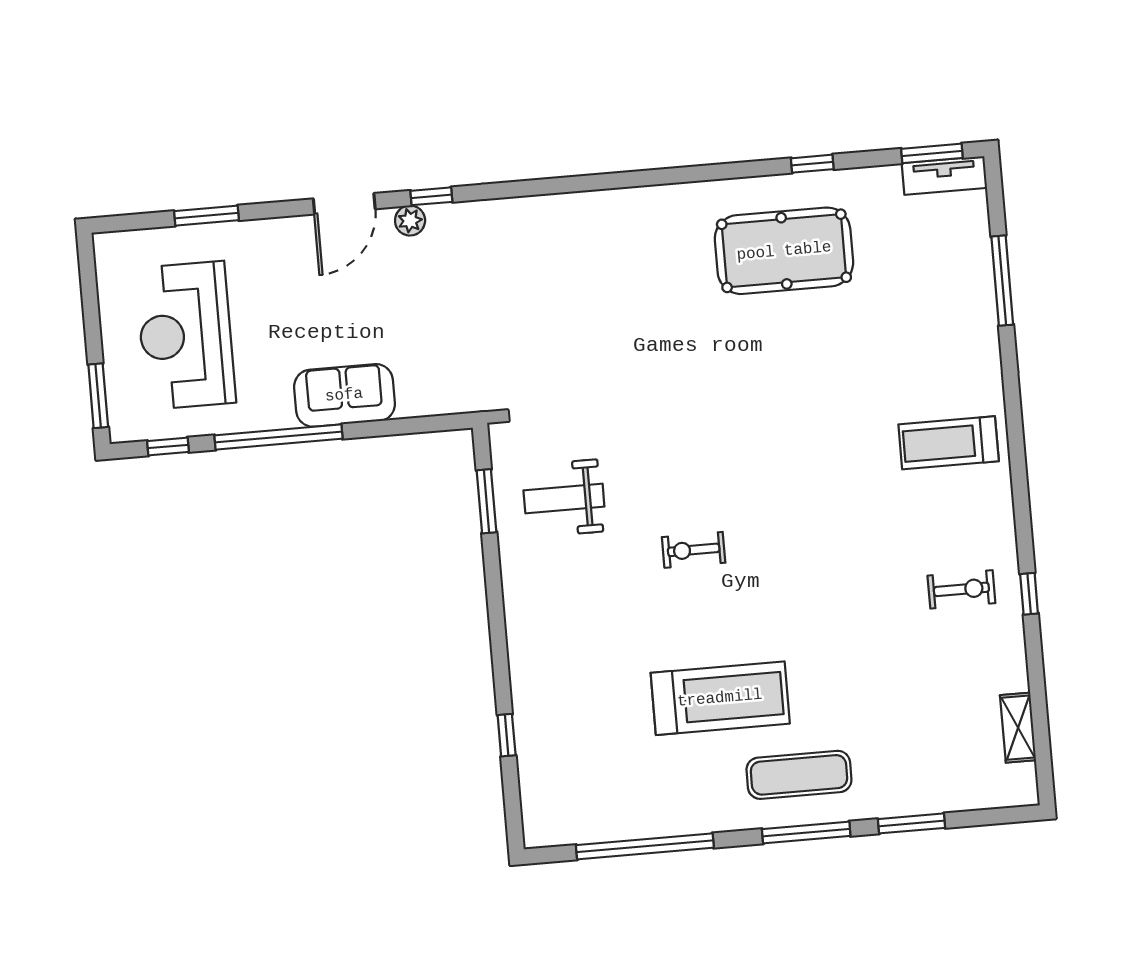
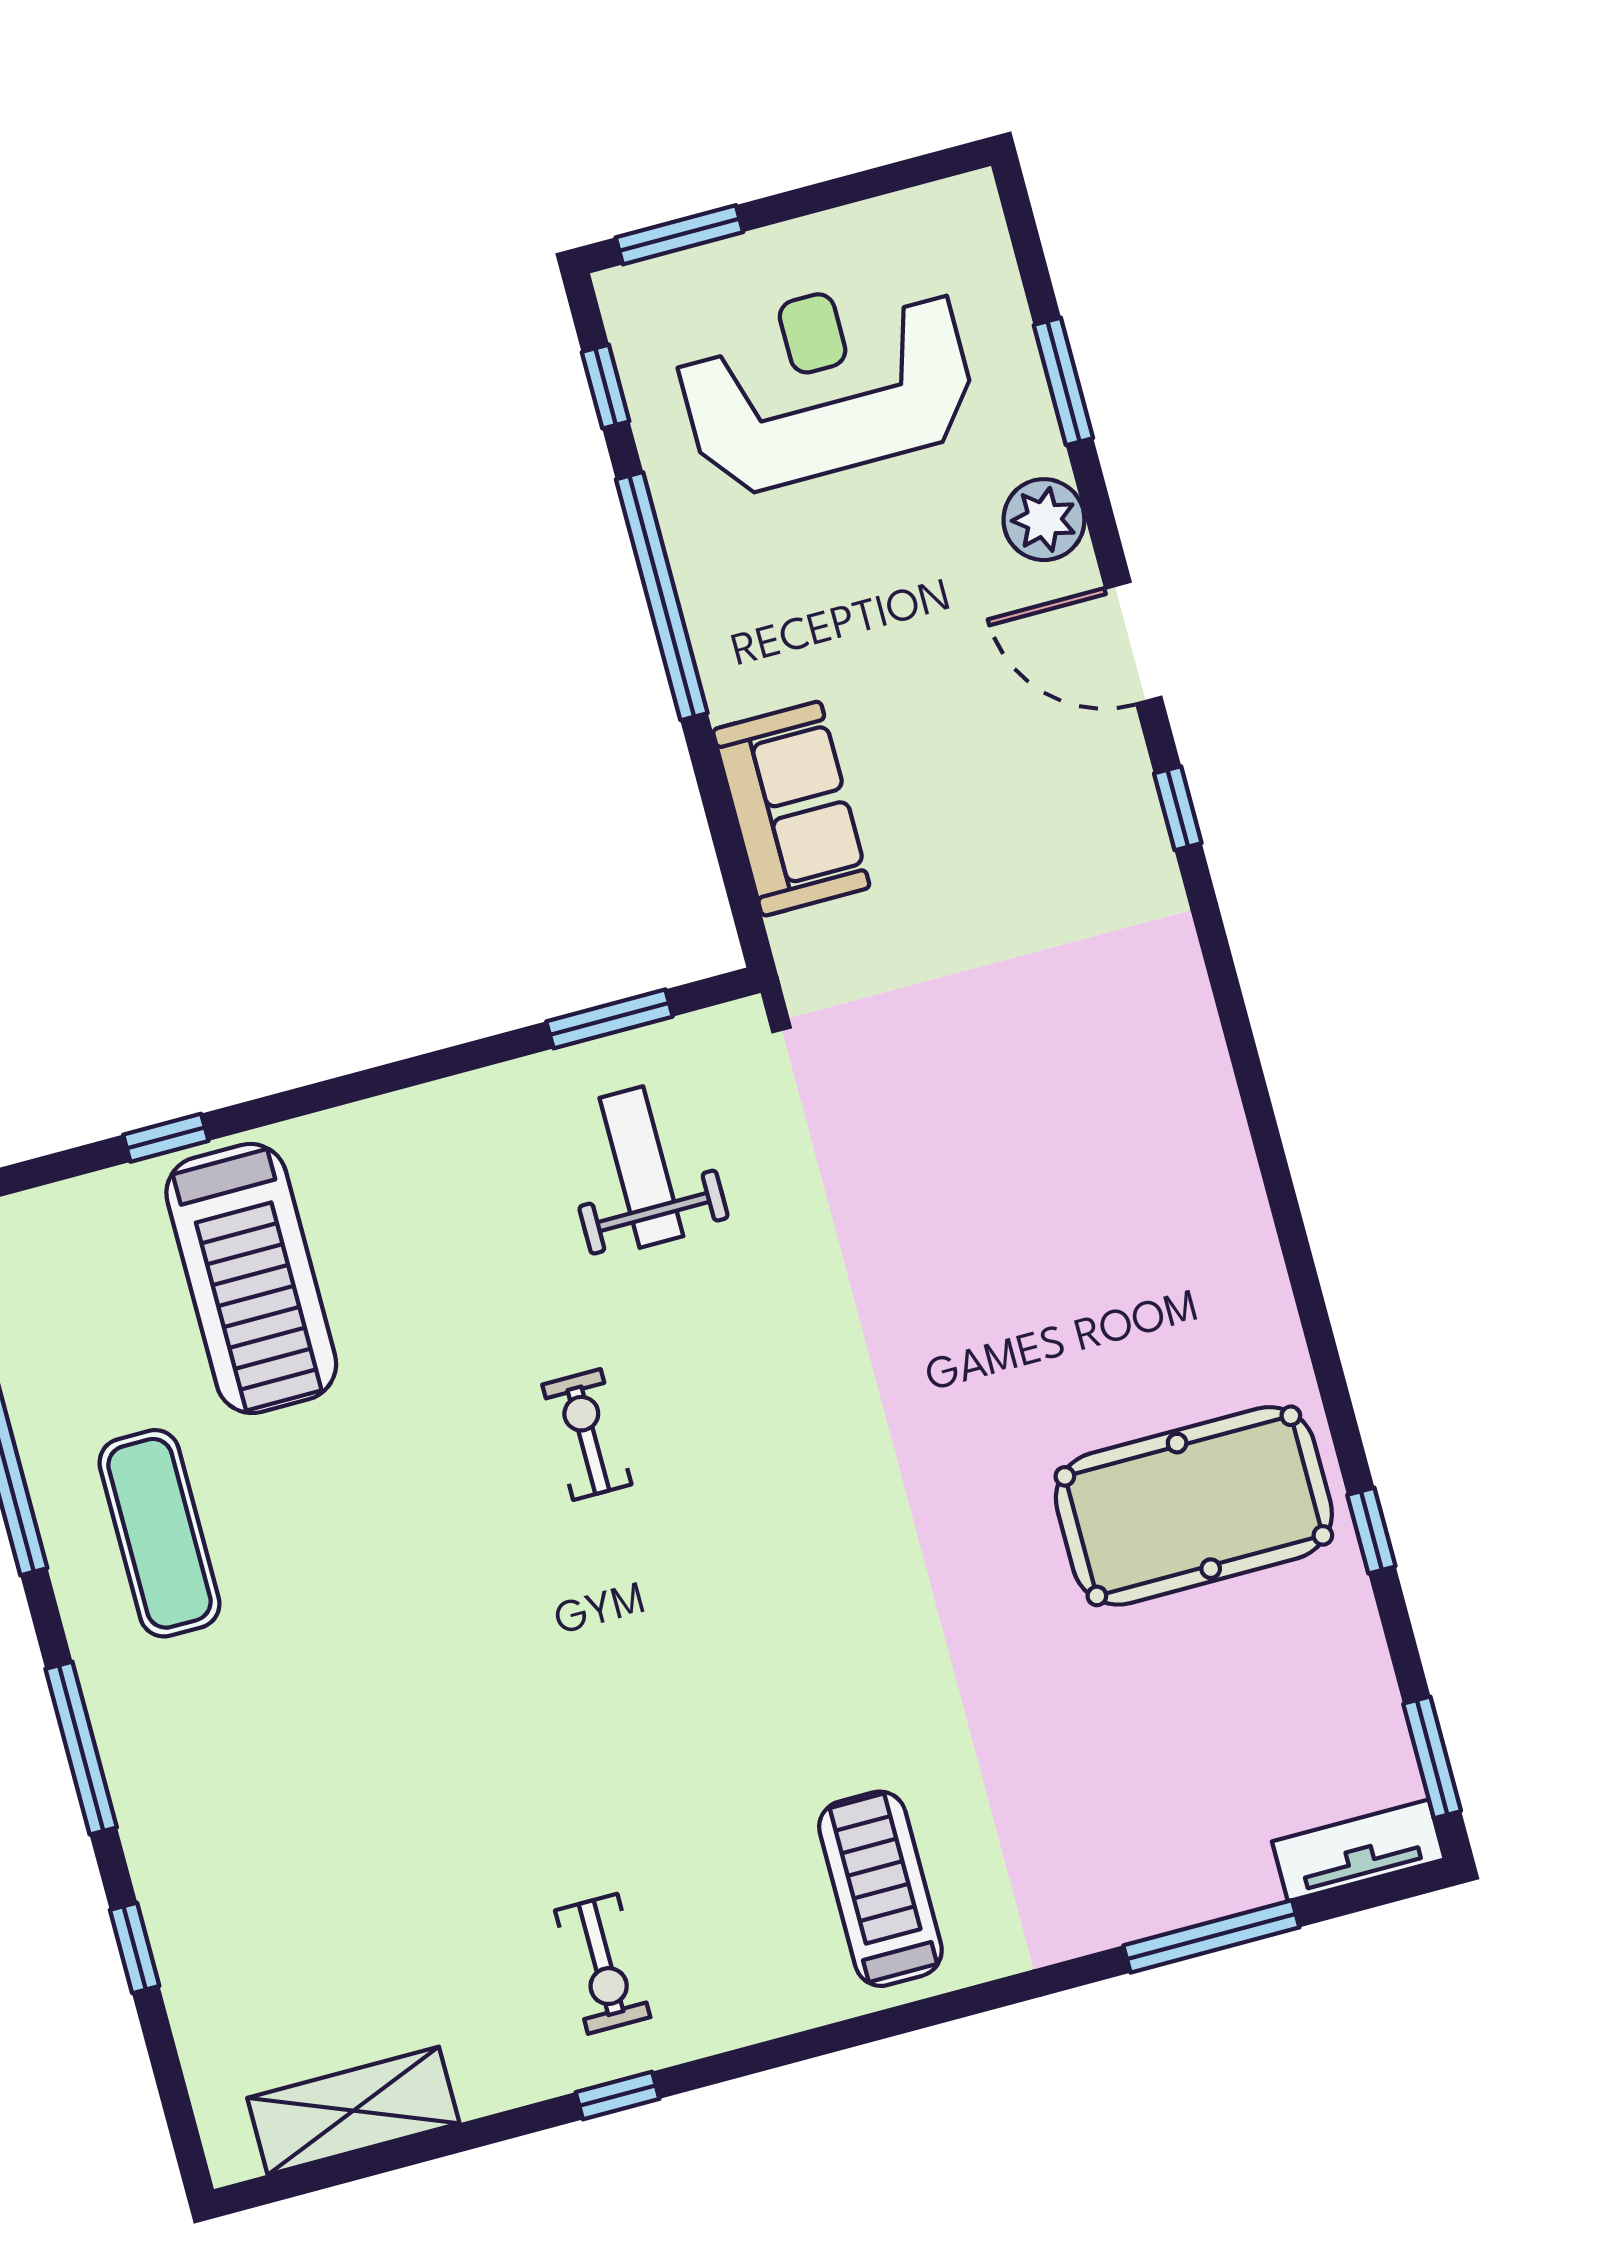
tv unit: (944, 176) -> (1358, 1850), moved, turned 90
plant: (410, 220) -> (1044, 520), moved, width x1.38, depth x1.38
pool table: (784, 251) -> (1194, 1506), turned 90
sofa: (344, 395) -> (791, 809), moved
treadmill: (720, 698) -> (251, 1278), moved
shelving: (1018, 728) -> (353, 2111), width x1.50, depth x1.33
exercise mat: (799, 775) -> (159, 1533), moved
window: (911, 823) -> (135, 1948), width x0.67

